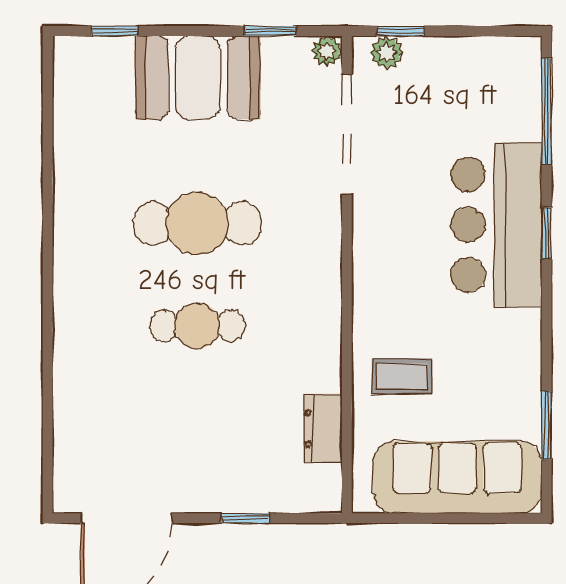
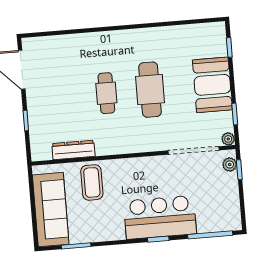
coffee table: (402, 376) -> (92, 182), width x1.36, depth x1.30
dresser: (323, 428) -> (73, 150), width x1.44

